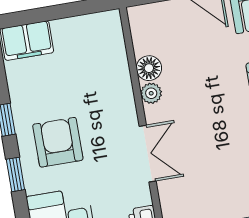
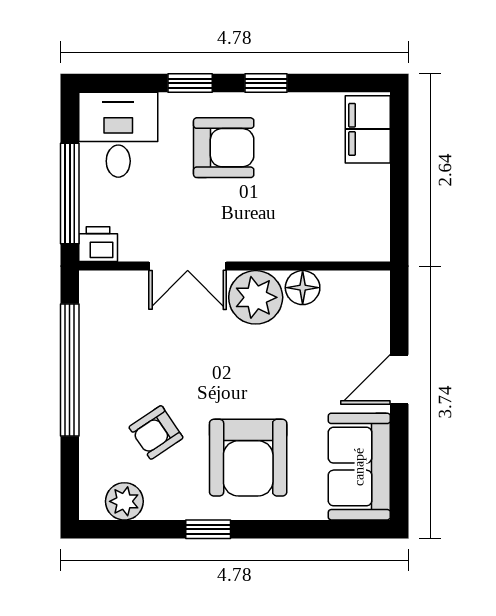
plant: (151, 93) -> (256, 297), width x1.88, depth x1.88

